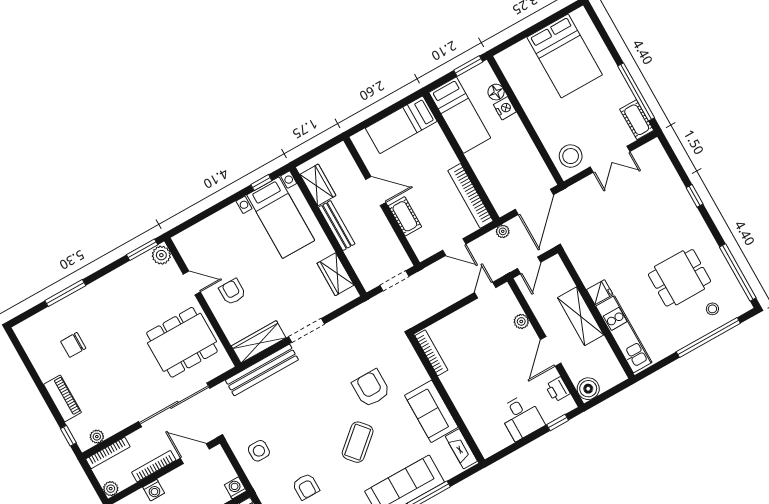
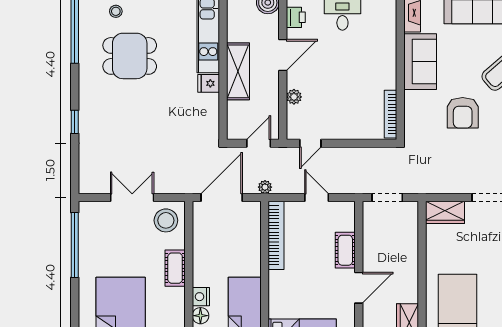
cot: (637, 120) -> (175, 268), moved
door: (376, 191) -> (359, 288), swing flipped
bench: (337, 226) -> (411, 276), removed
wardrobe: (336, 274) -> (445, 212), moved, turned 90

